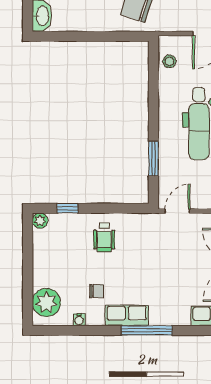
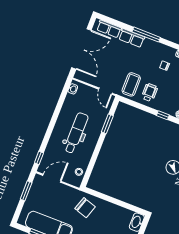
door: (177, 211) -> (105, 91), hinge flipped
coffee table: (139, 239) -> (131, 84), added
row of seats: (127, 316) -> (132, 38), moved

